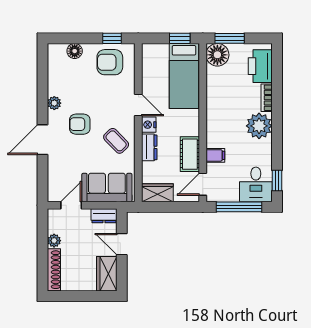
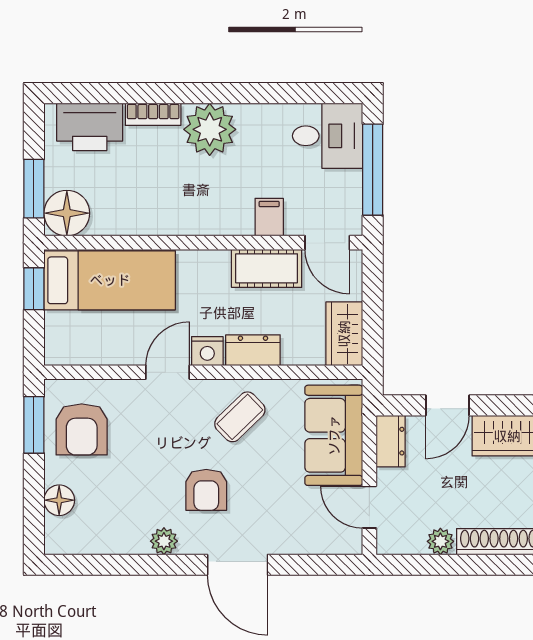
window: (112, 38) -> (34, 425), width x1.50
window: (277, 181) -> (320, 93), removed

